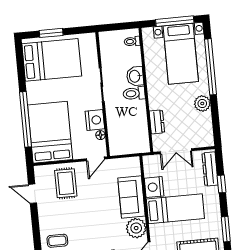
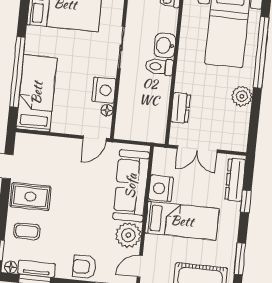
bed: (50, 132) -> (37, 93), width x0.67
rug: (66, 183) -> (30, 197), moved, turned 90
sofa: (131, 197) -> (131, 186), width x1.36

